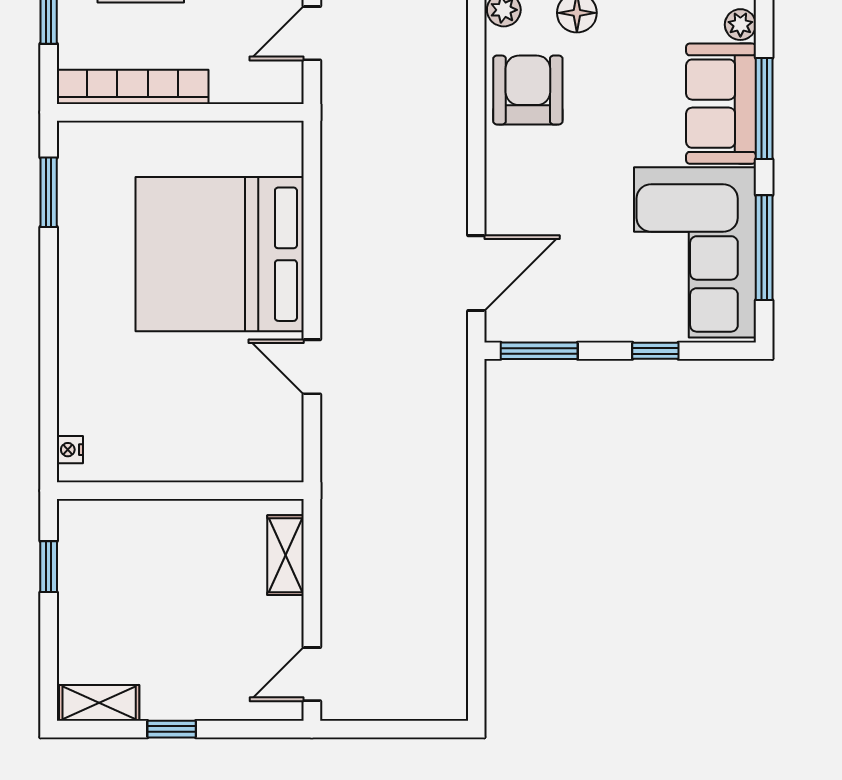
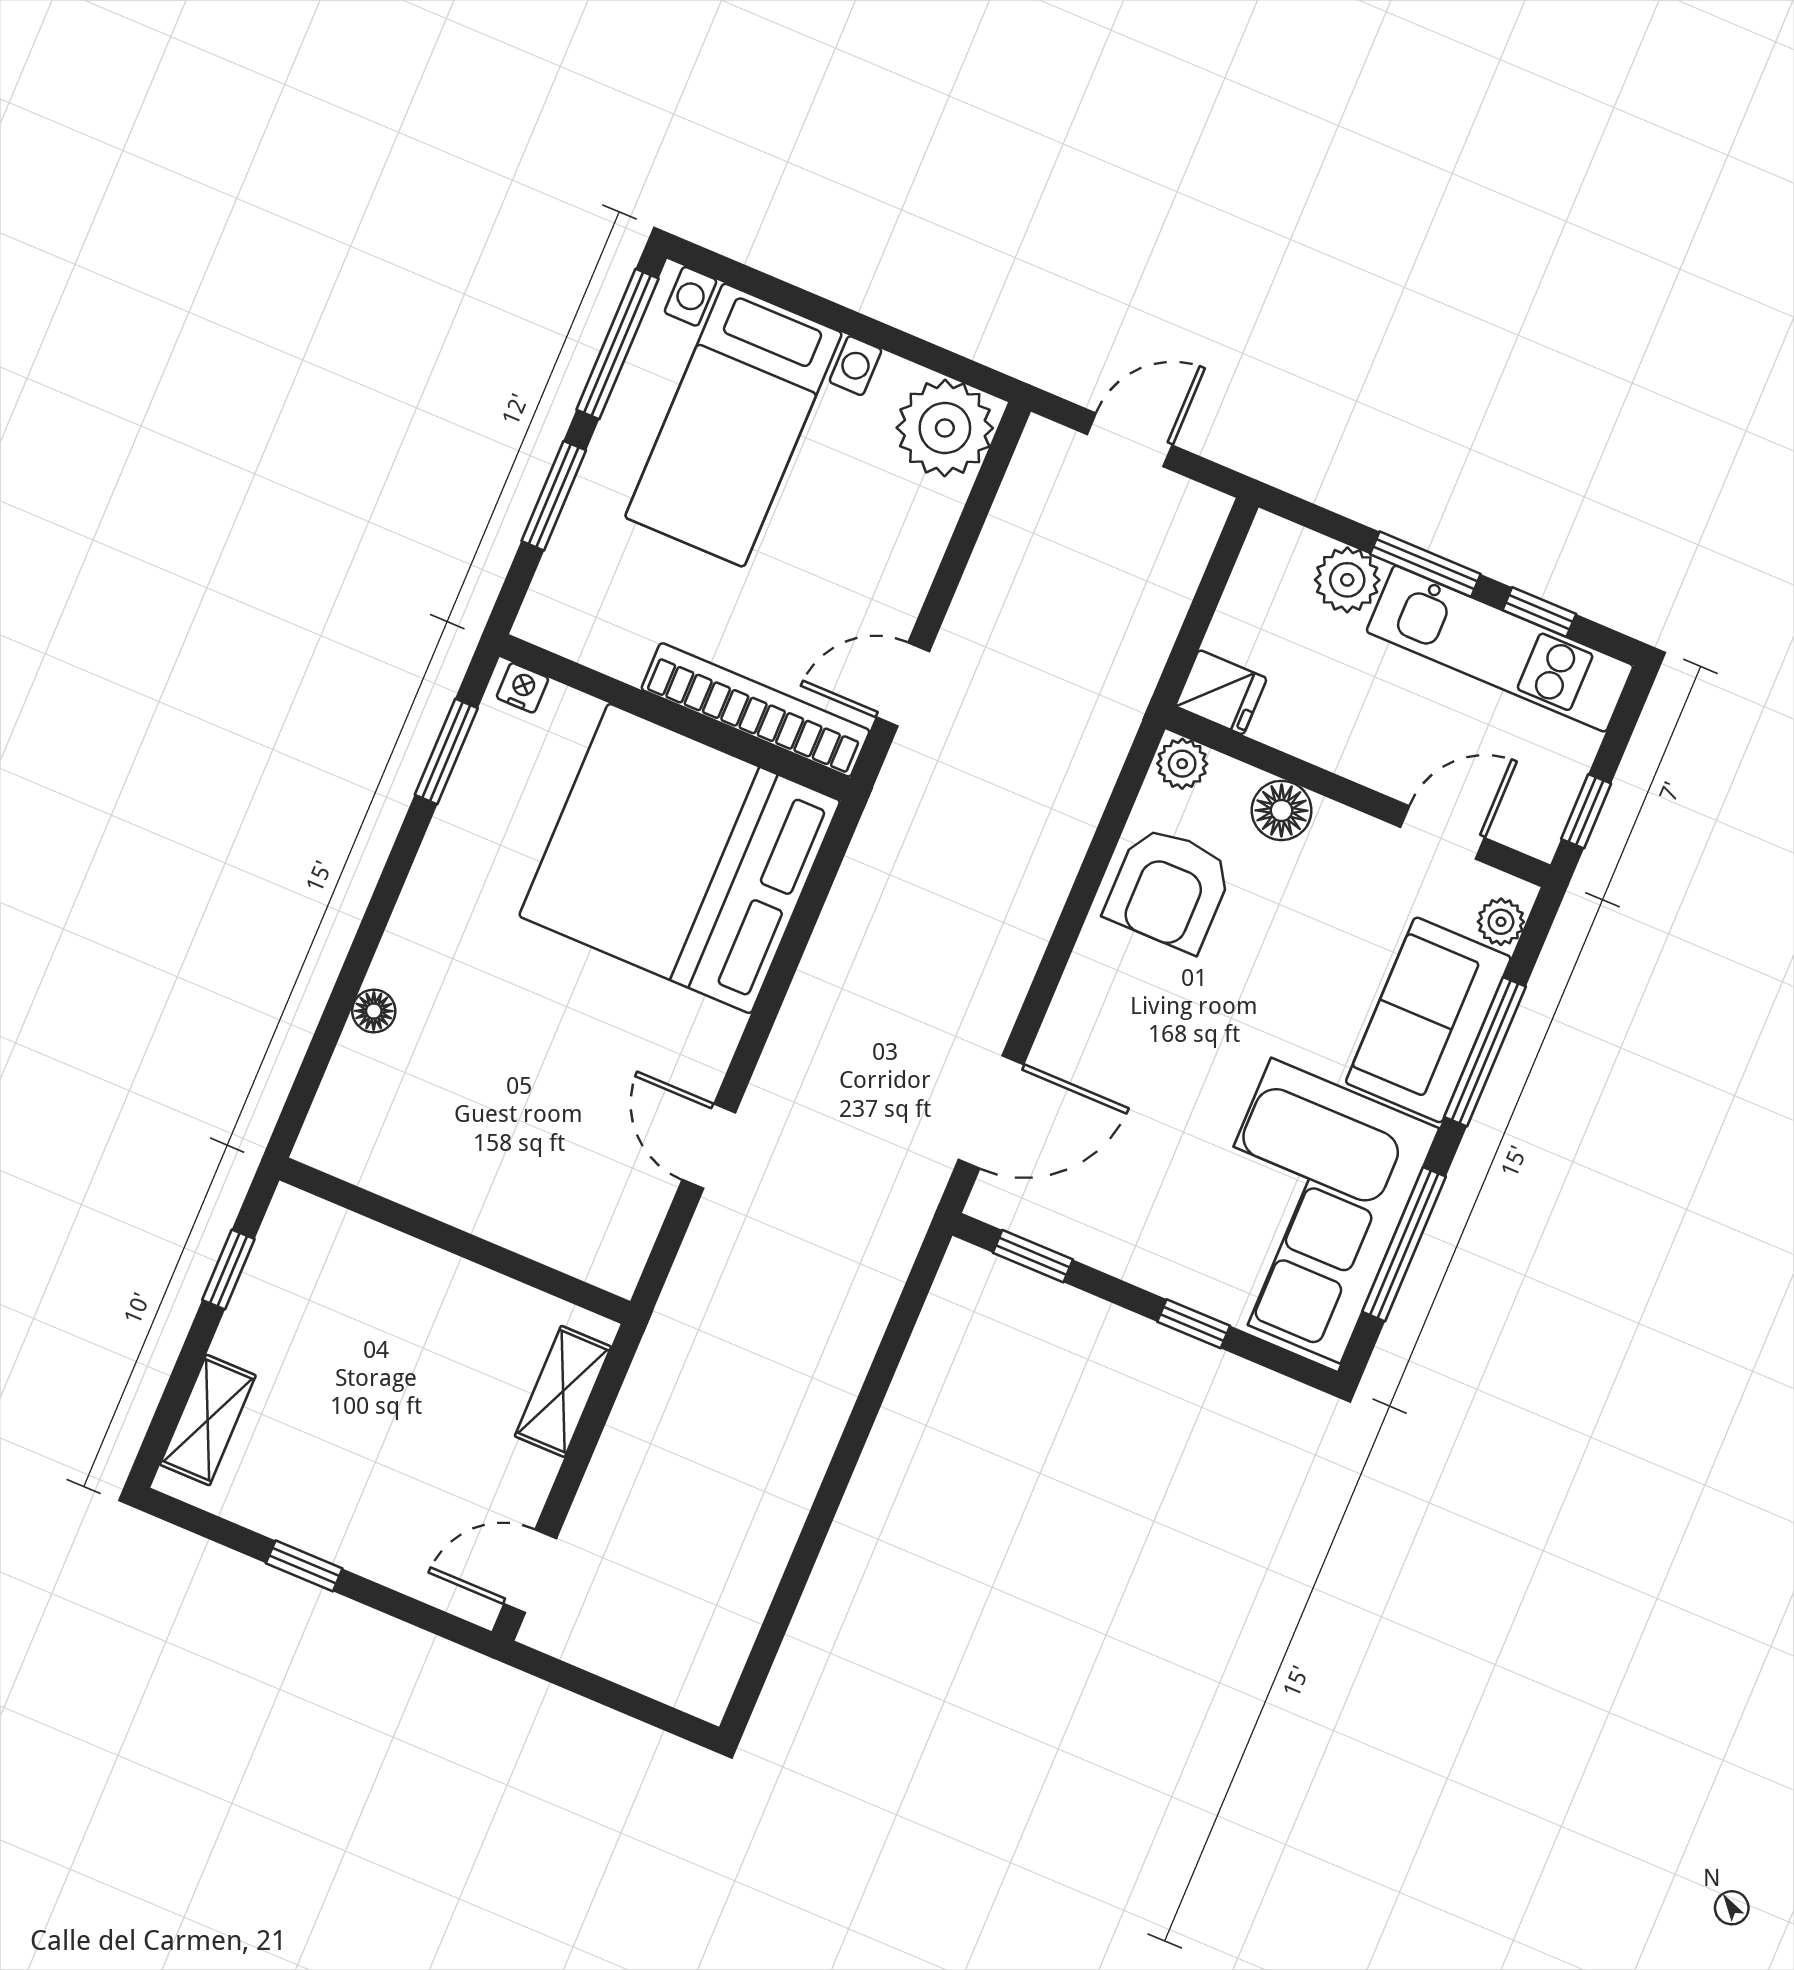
bookcase: (133, 87) -> (755, 710), moved
armchair: (528, 90) -> (1169, 889), turned 180
bed: (220, 254) -> (680, 858), moved
window: (539, 351) -> (1033, 1256), width x0.67
floor lamp: (71, 370) -> (374, 1011), added
nightstand: (70, 450) -> (522, 688), moved, turned 90
shelving: (99, 703) -> (208, 1420), moved, turned 90

